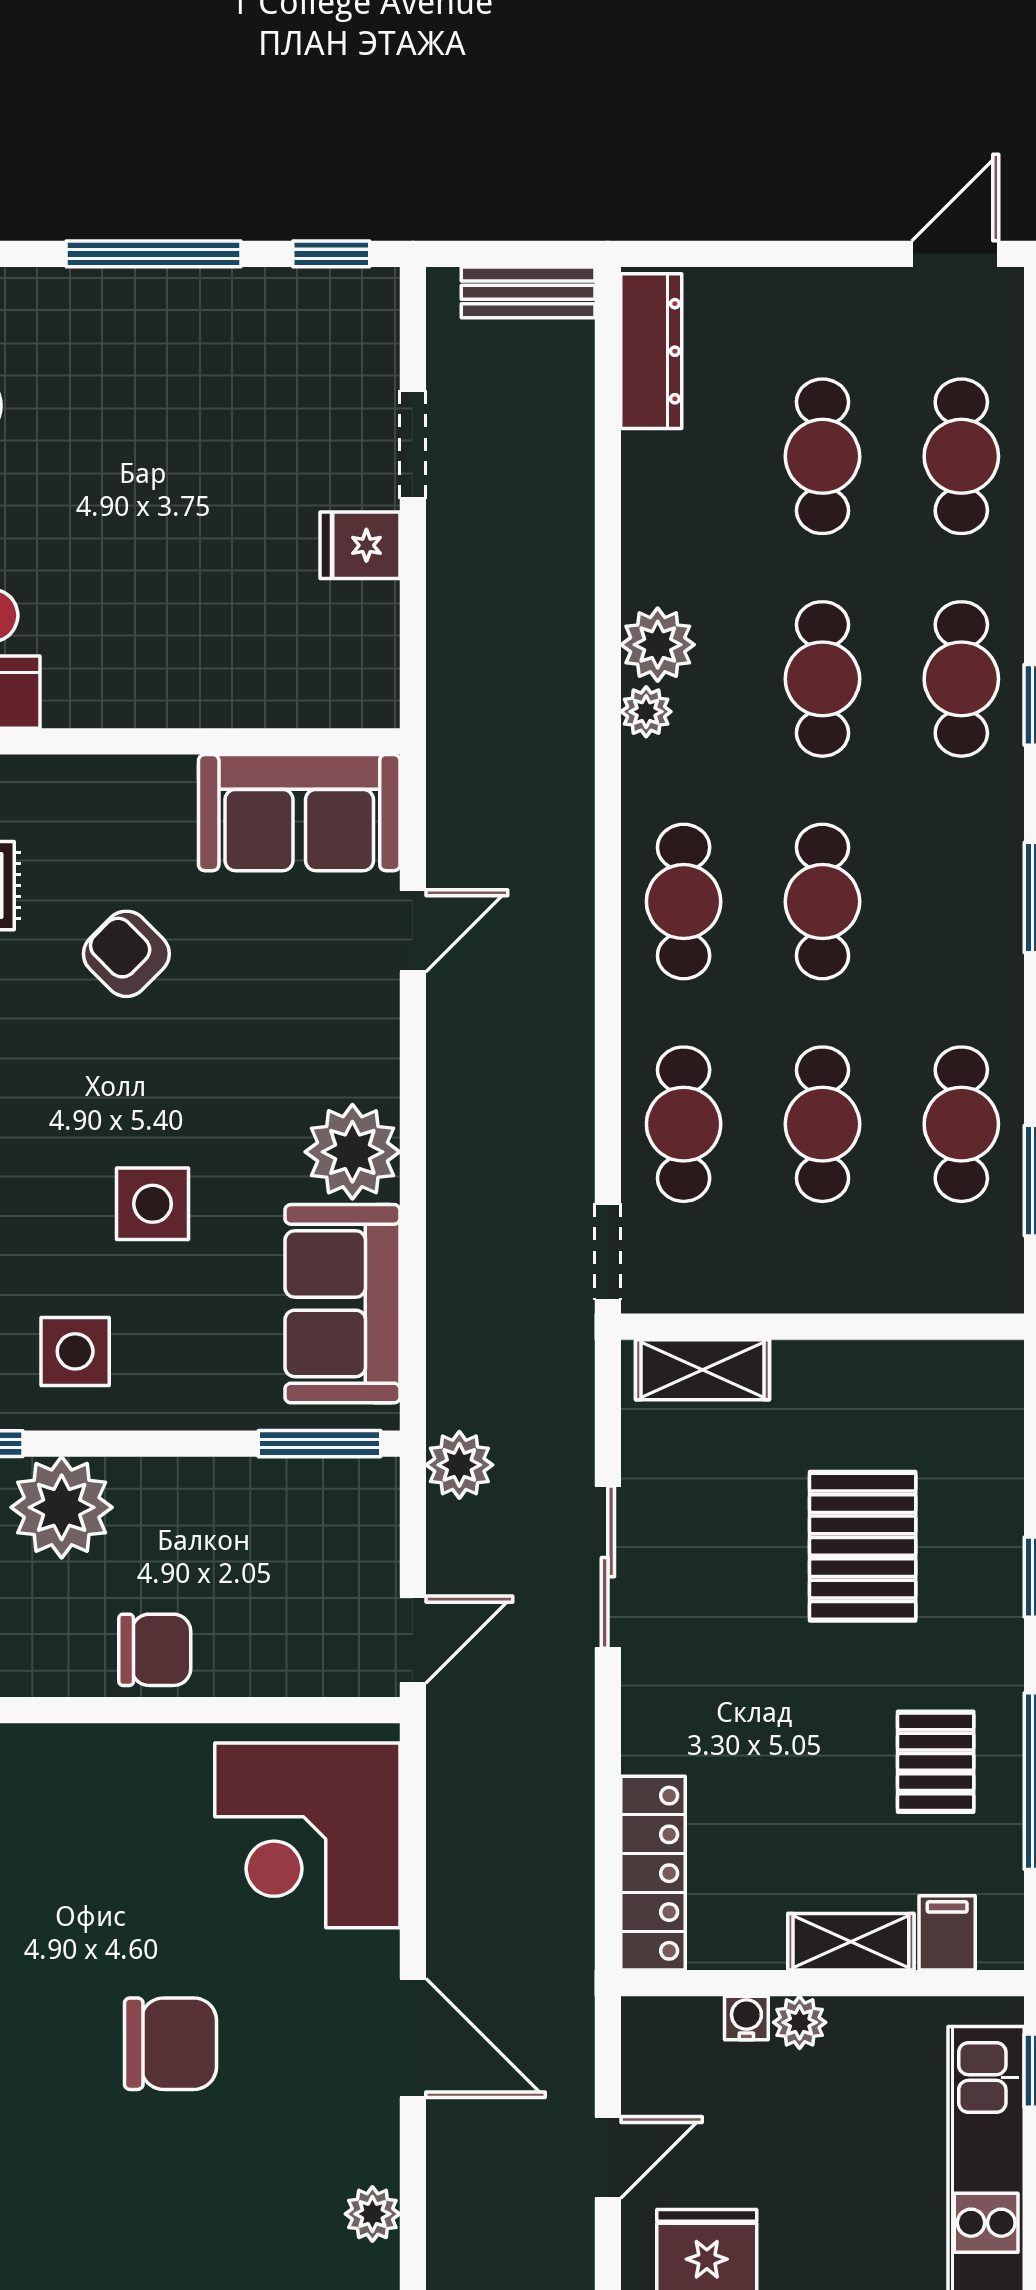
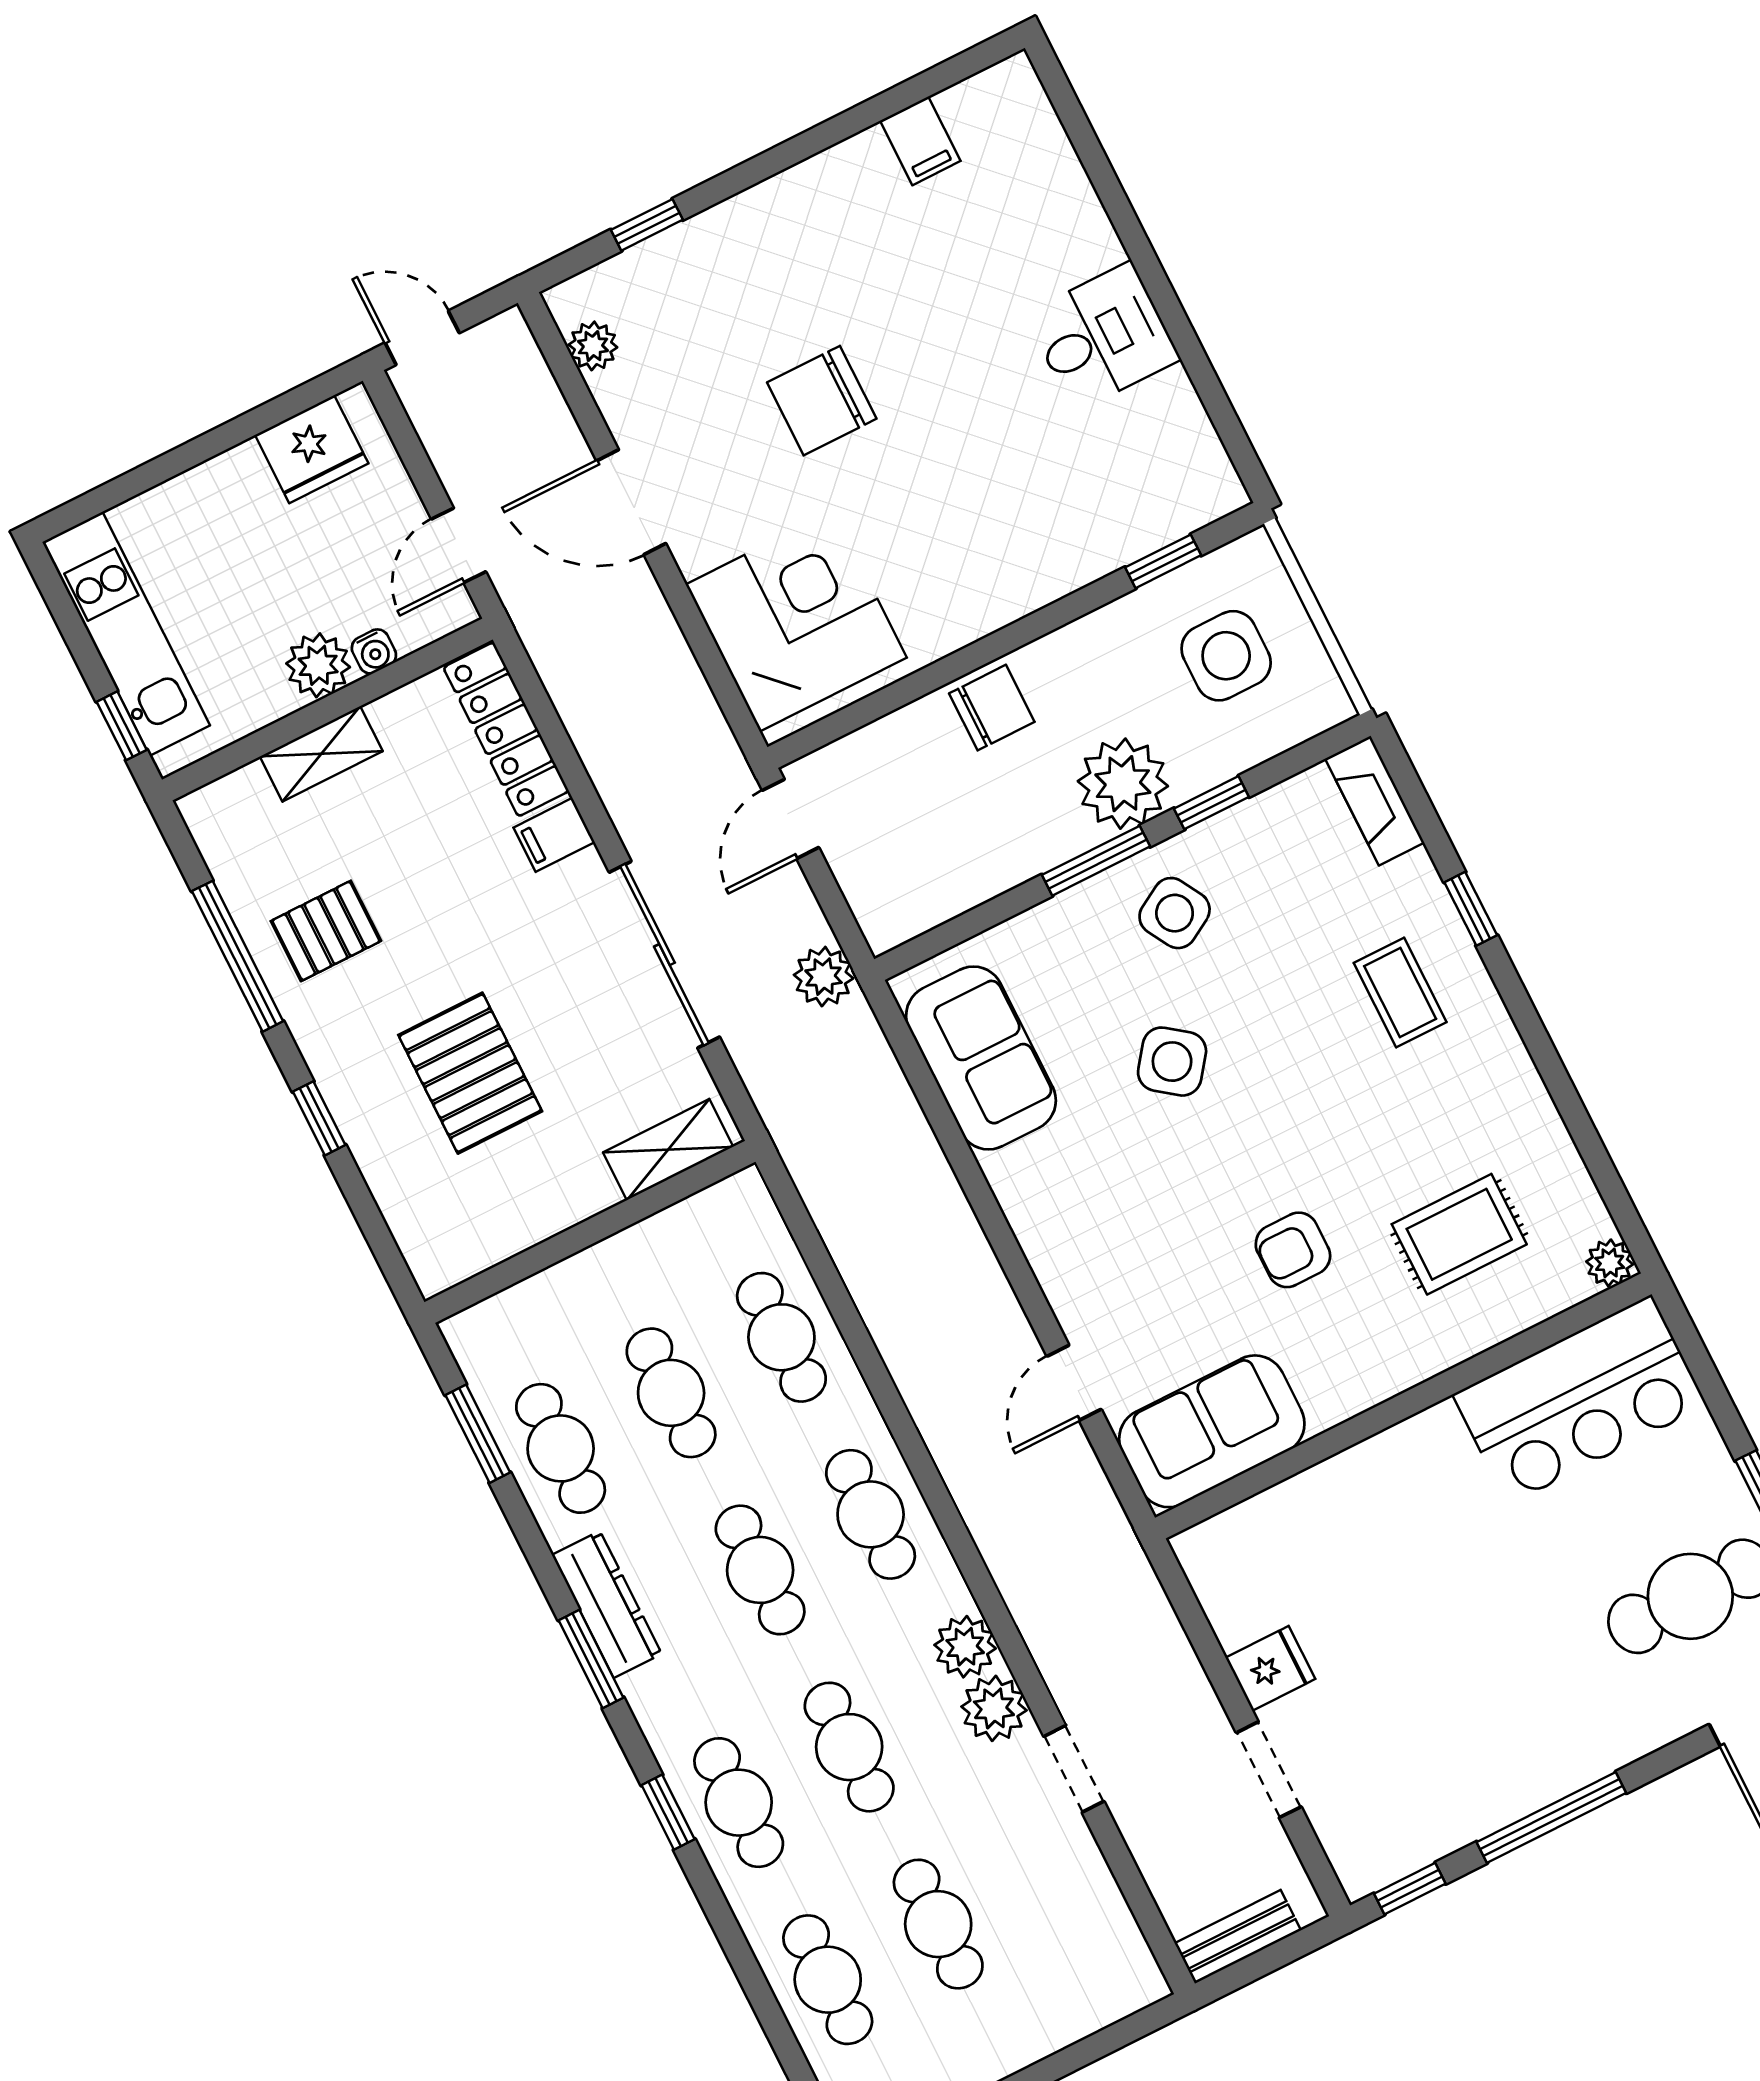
dresser: (651, 351) -> (607, 1604), moved, turned 180
plant: (646, 712) -> (965, 1647), width x1.38, depth x1.38
armchair: (126, 954) -> (1293, 1250), turned 135
plant: (352, 1152) -> (1034, 1183), removed
side table: (153, 1204) -> (1172, 1062), turned 37
doorway: (608, 1252) -> (1074, 1769), moved
side table: (75, 1351) -> (1175, 913), turned -30
window: (320, 1444) -> (1096, 861), moved
sliding door: (608, 1567) -> (664, 955), width x1.37
chair: (155, 1650) -> (992, 708), turned 180
pallet: (936, 1762) -> (326, 931), turned 90
filing cabinet: (947, 1933) -> (554, 835), moved, turned 90
plant: (800, 2022) -> (318, 665), width x1.38, depth x1.38
door: (608, 2157) -> (459, 545), moved

